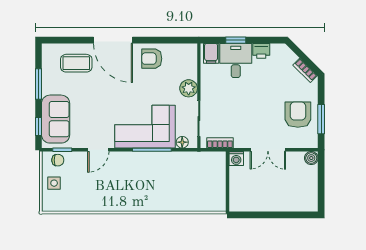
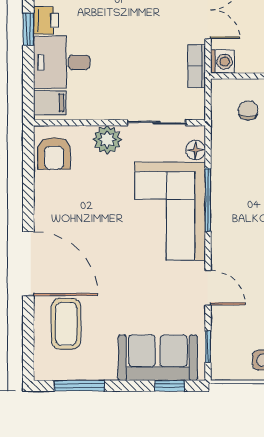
door: (113, 40) -> (28, 264), hinge flipped
window: (236, 40) -> (28, 29), moved
armchair: (152, 59) -> (54, 153), moved
window: (38, 84) -> (79, 386), moved
bookcase: (220, 143) -> (197, 66), moved
chair: (58, 160) -> (248, 110), moved

